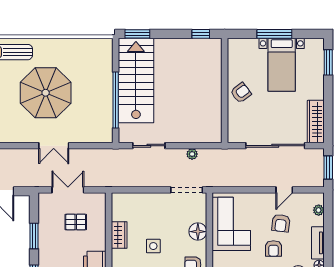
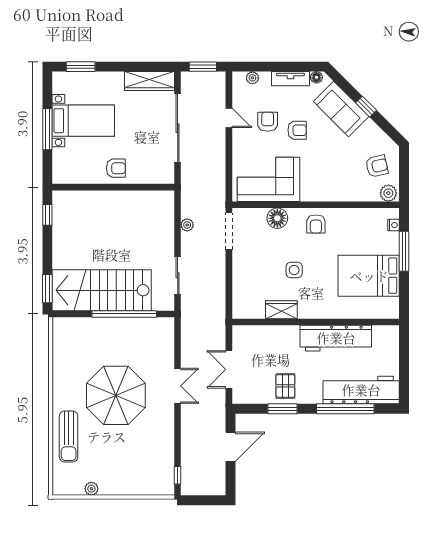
armchair: (241, 93) -> (116, 168), turned 127
pallet: (76, 222) -> (285, 386), moved
armchair: (281, 223) -> (268, 122), turned -97

